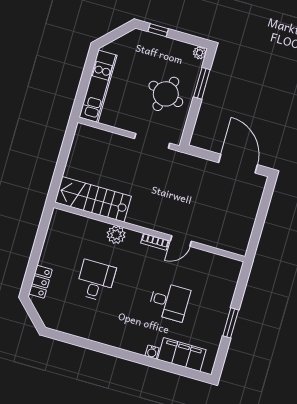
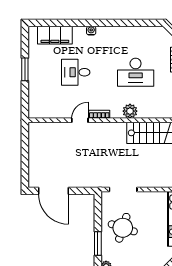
desk: (96, 281) -> (136, 72), width x1.37
water cooler: (152, 352) -> (91, 31), moved

